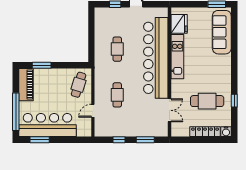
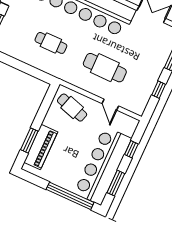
piano: (26, 85) -> (41, 147), moved, turned 90
cafe table: (117, 95) -> (105, 68), width x1.37, depth x1.35
window: (68, 140) -> (131, 149), added

